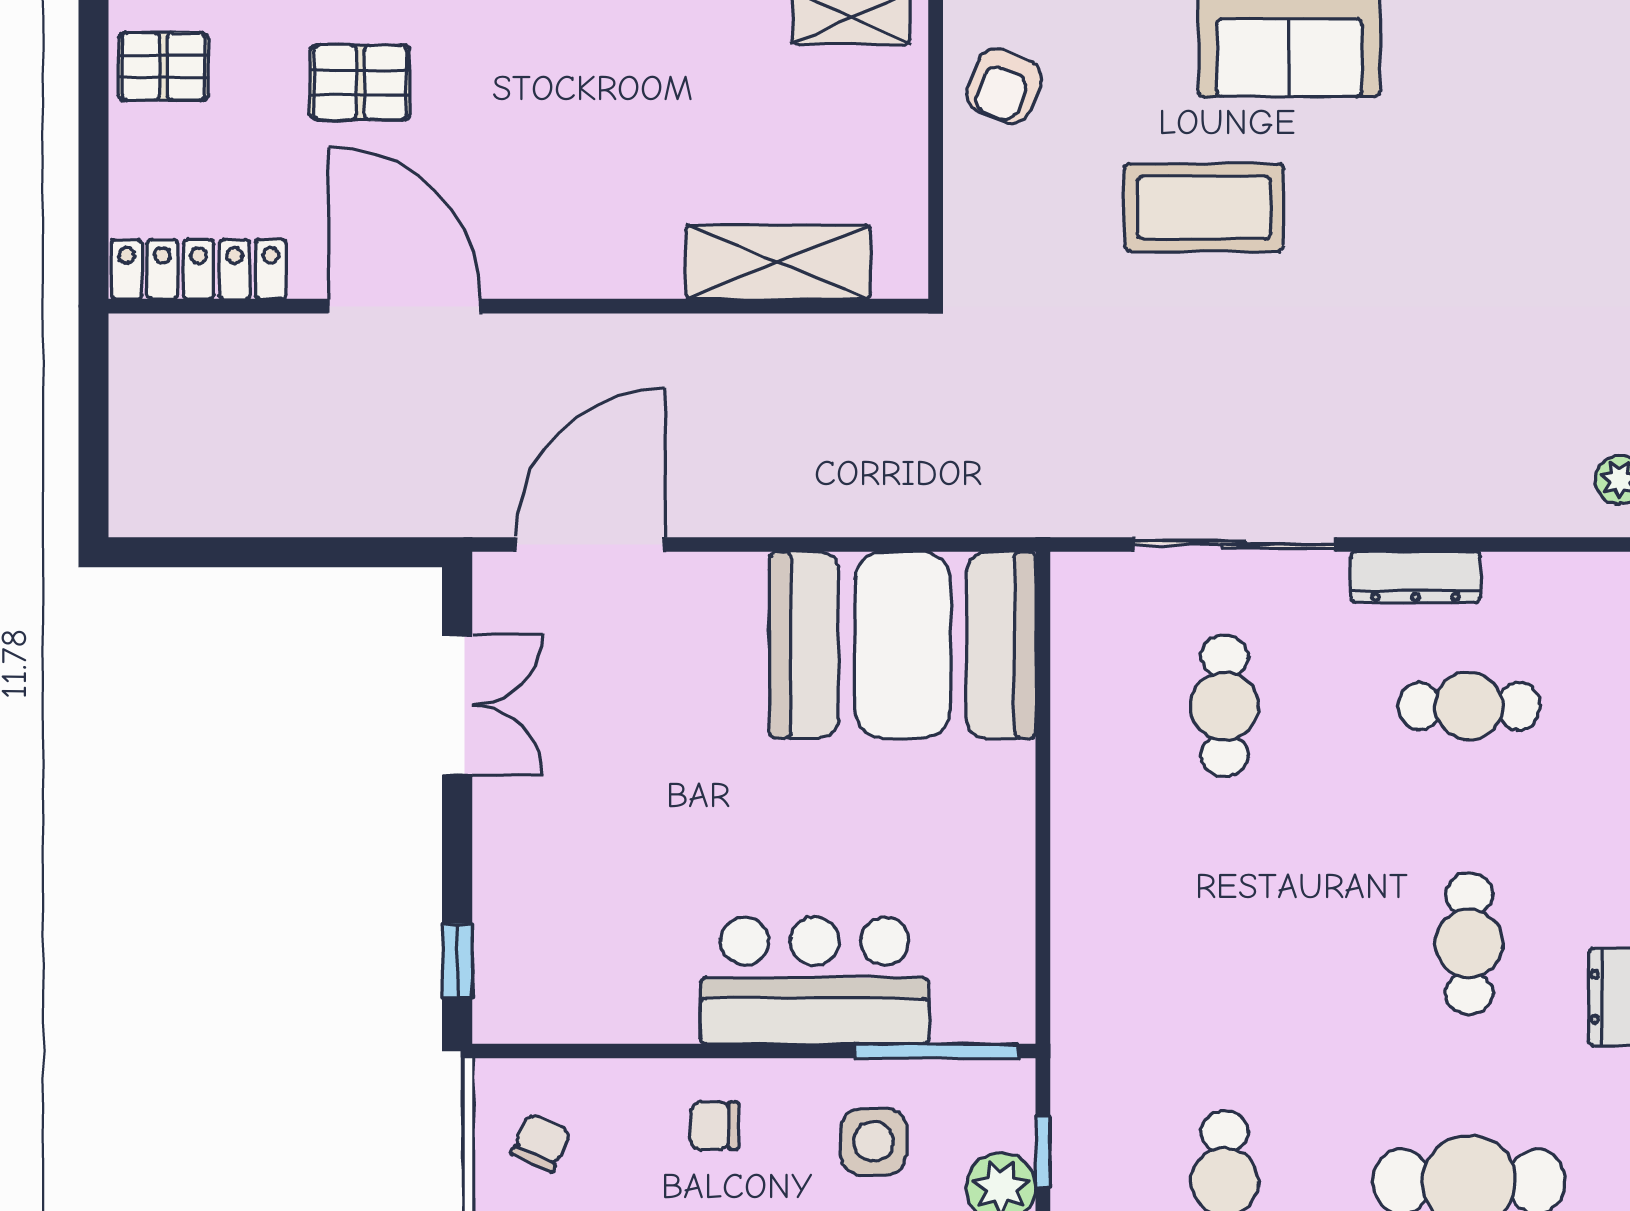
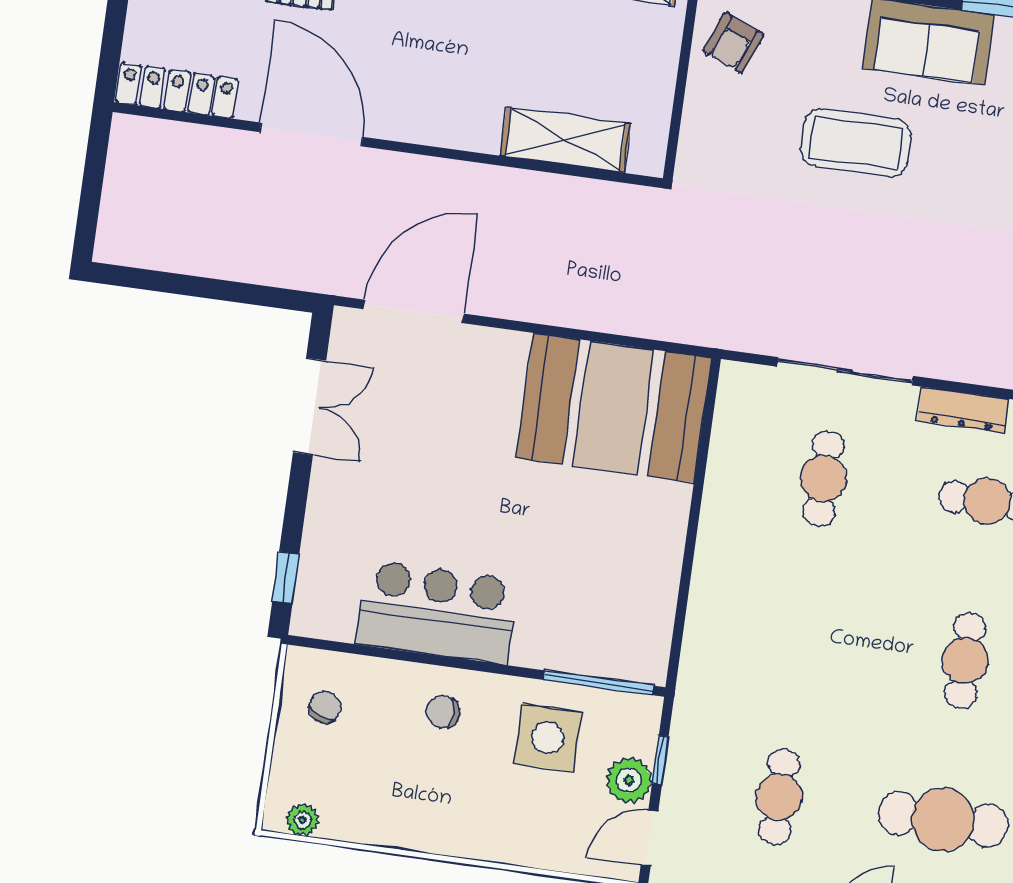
bar counter: (815, 980) -> (437, 612), moved
side table: (874, 1141) -> (548, 738), width x1.37, depth x1.37

